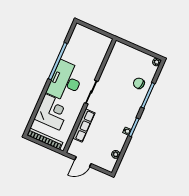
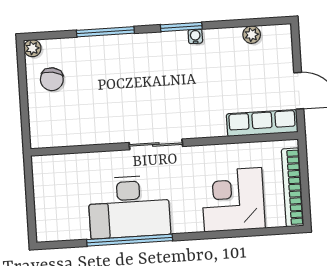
desk: (65, 81) -> (129, 207), moved
chair: (139, 83) -> (52, 79), moved
row of seats: (84, 126) -> (262, 123), moved

